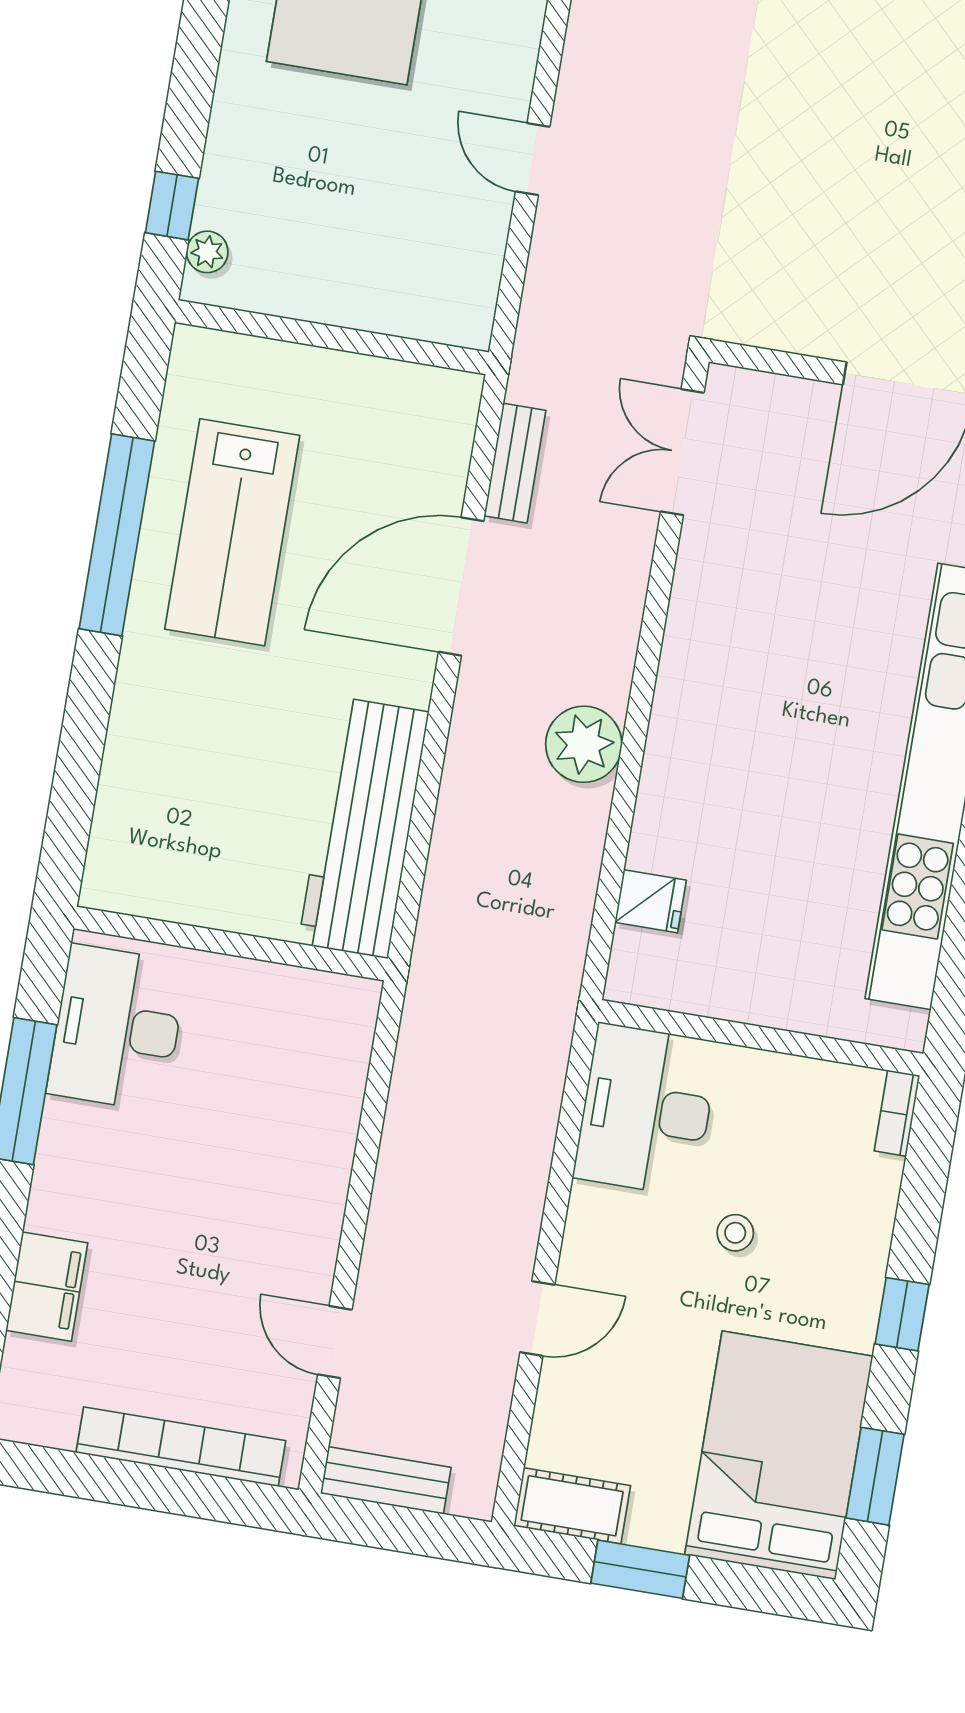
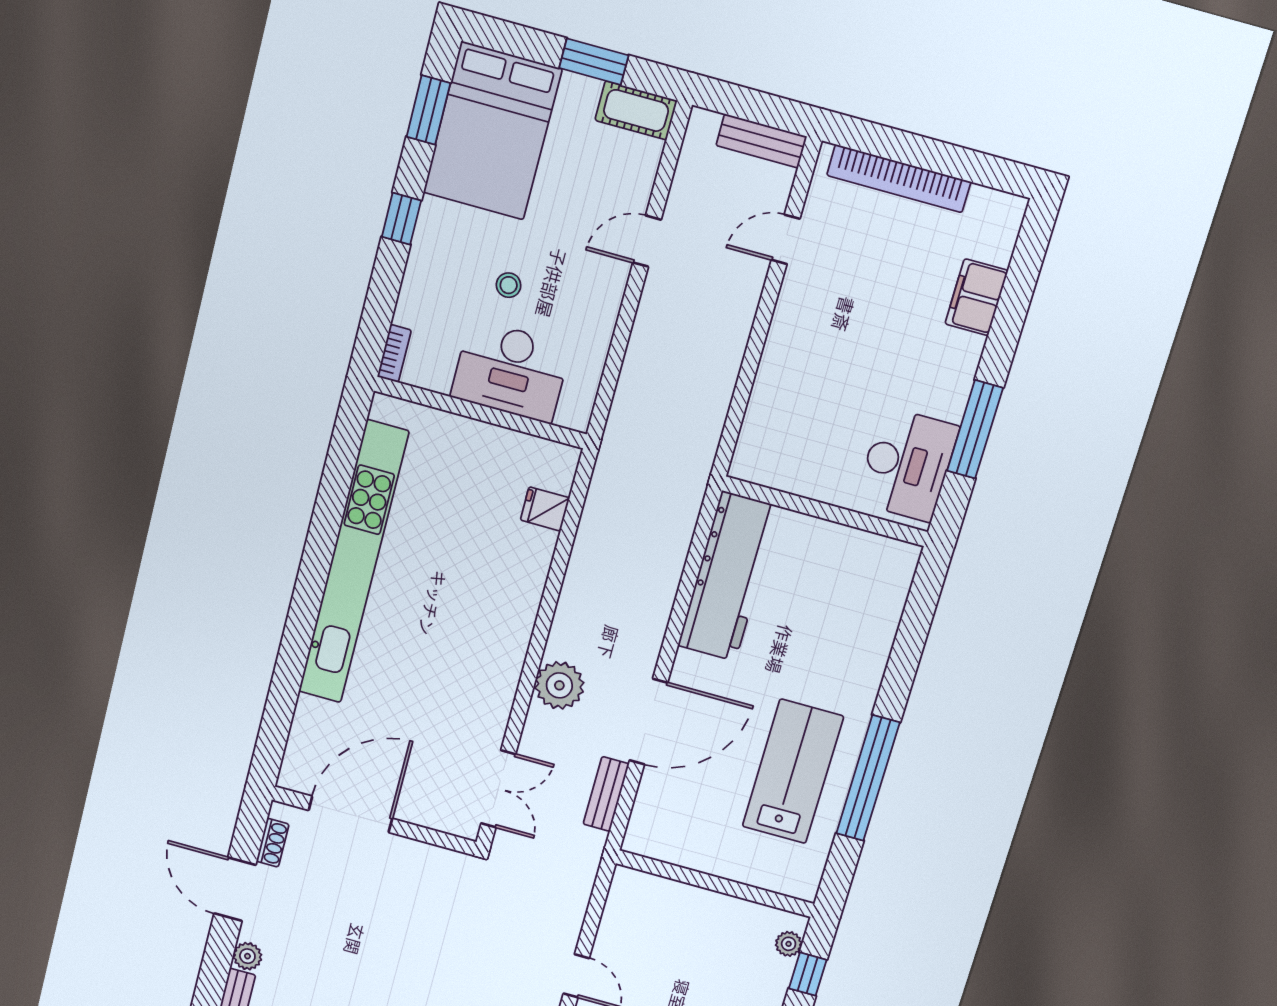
plant: (584, 744) -> (559, 685), moved
desk: (646, 1110) -> (511, 371), moved, turned 90
door: (335, 1342) -> (786, 239), swing flipped

